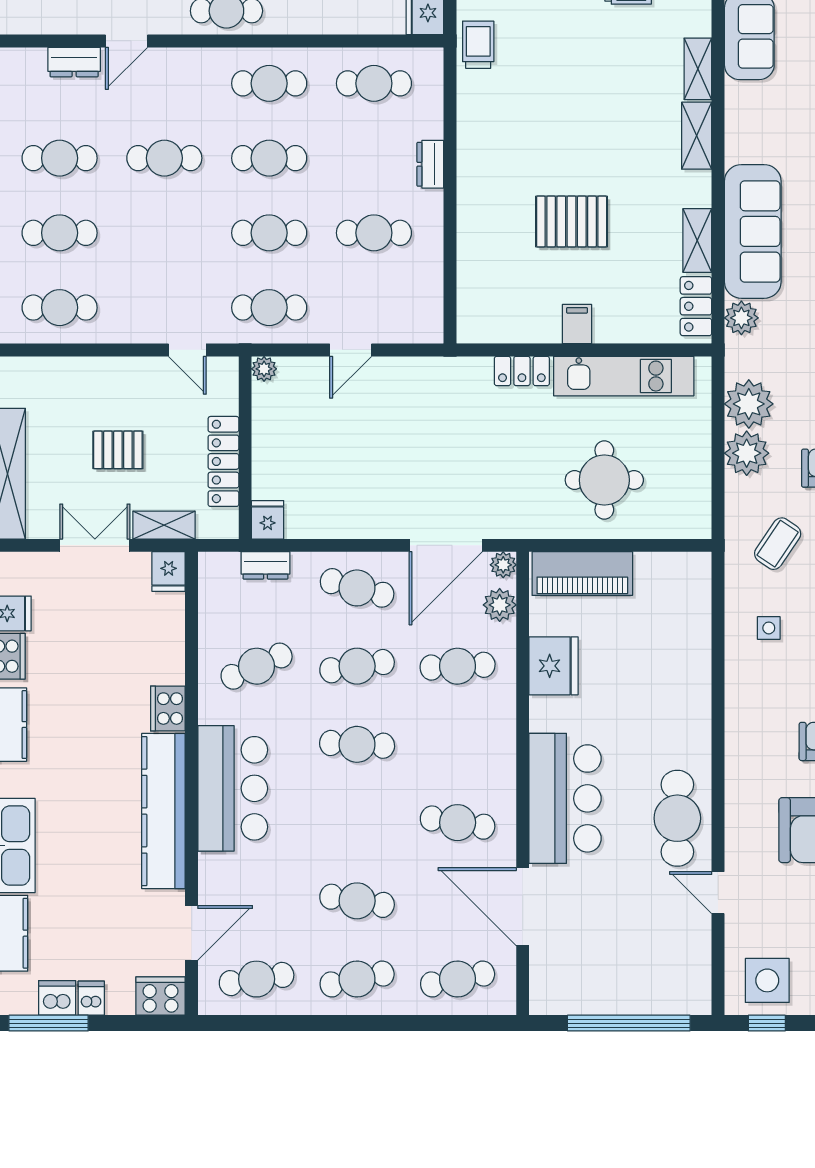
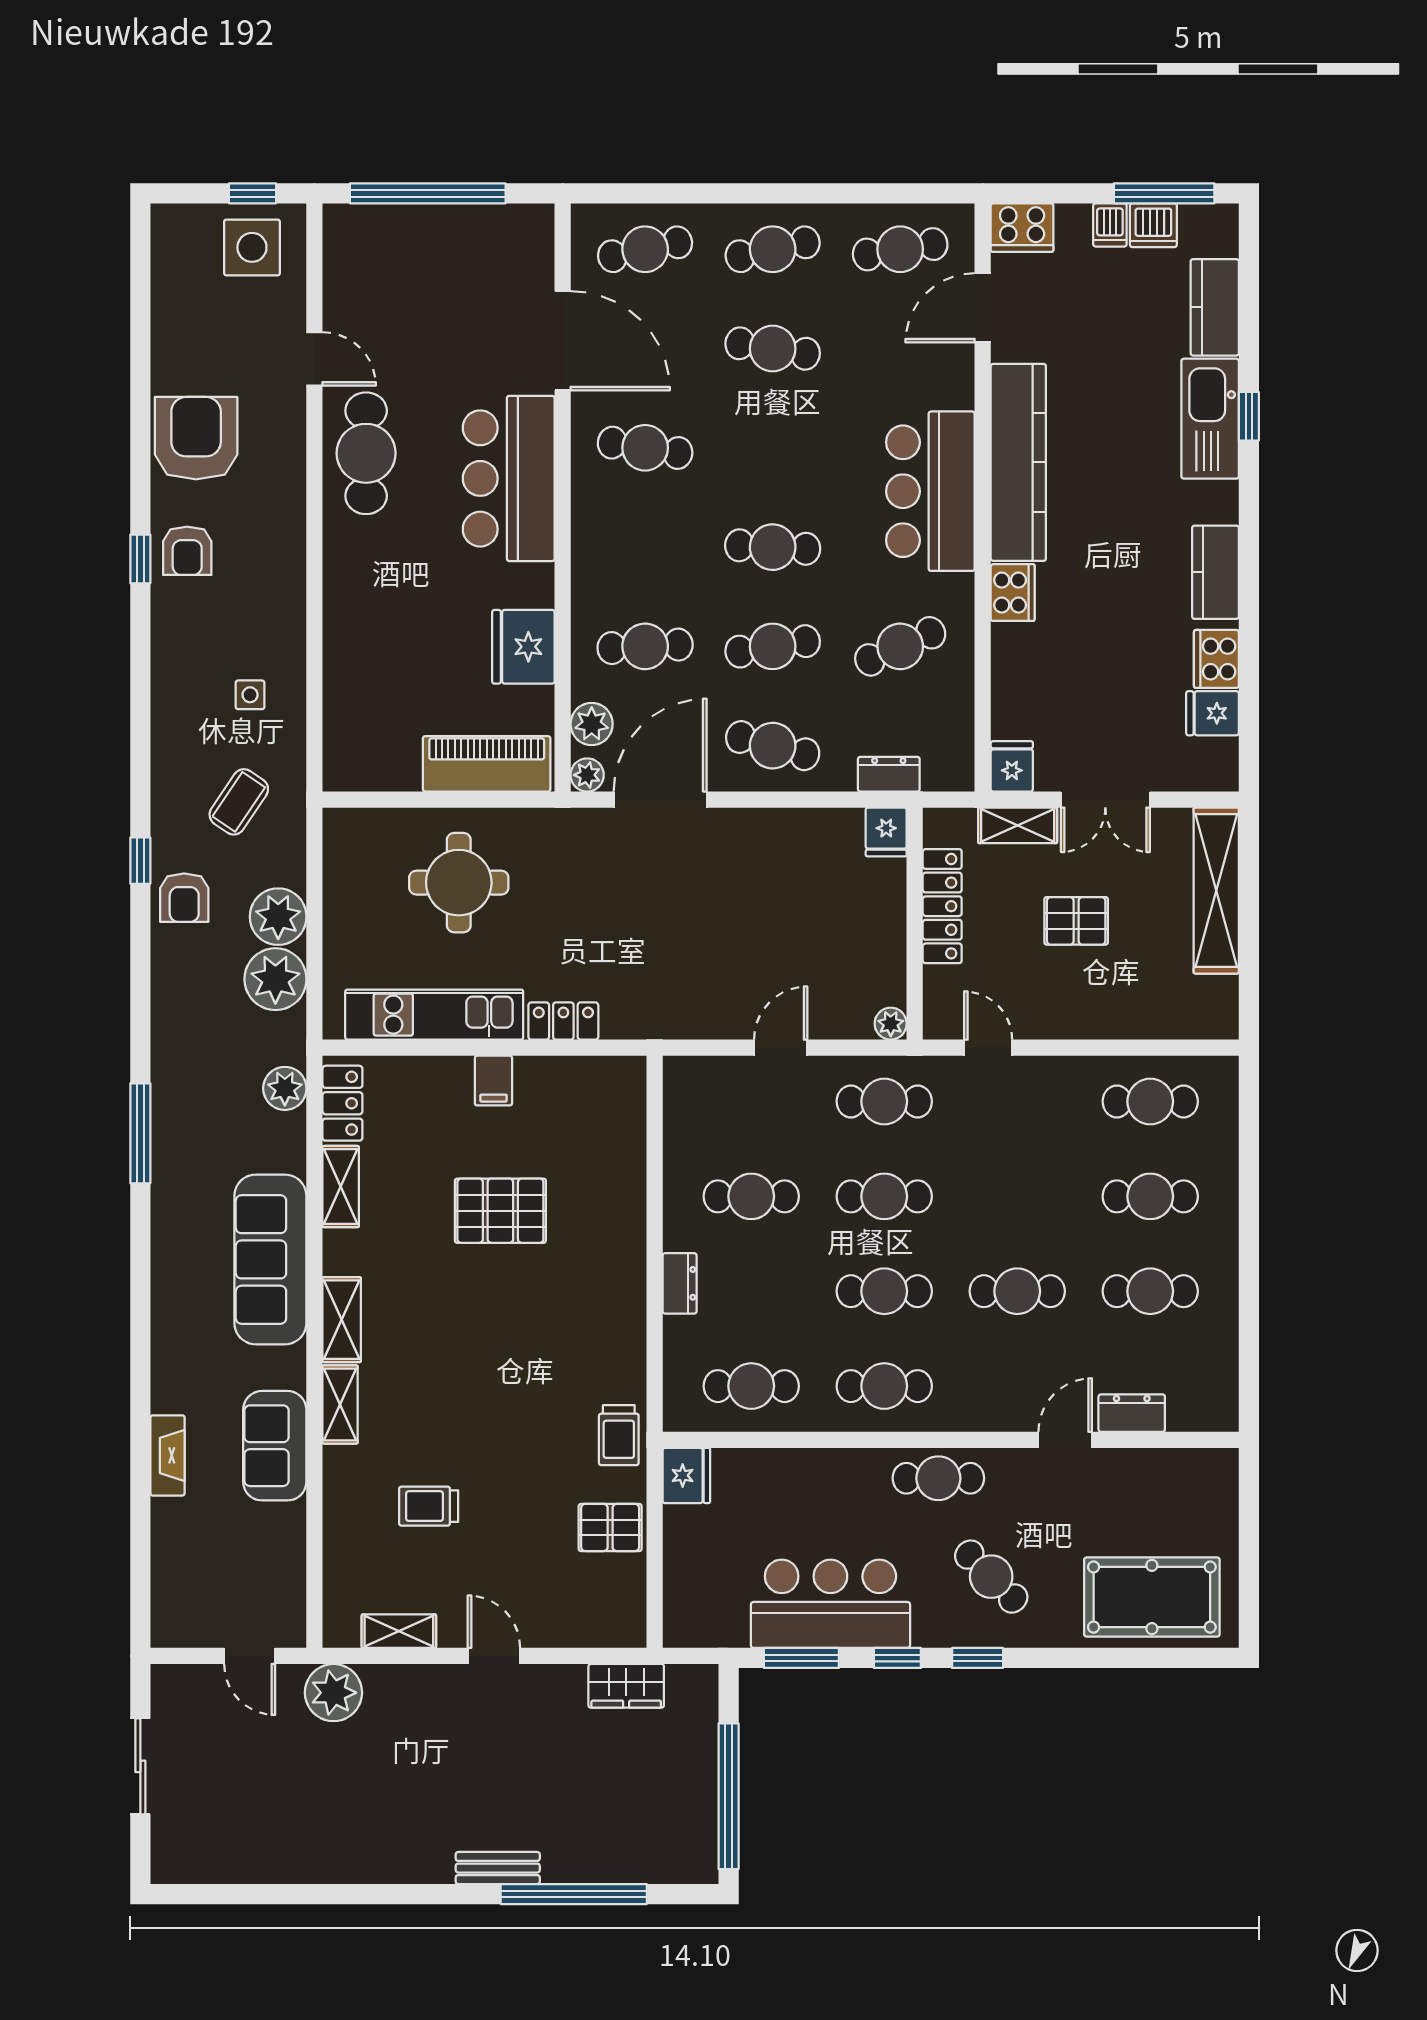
sofa: (753, 231) -> (270, 1259), moved

